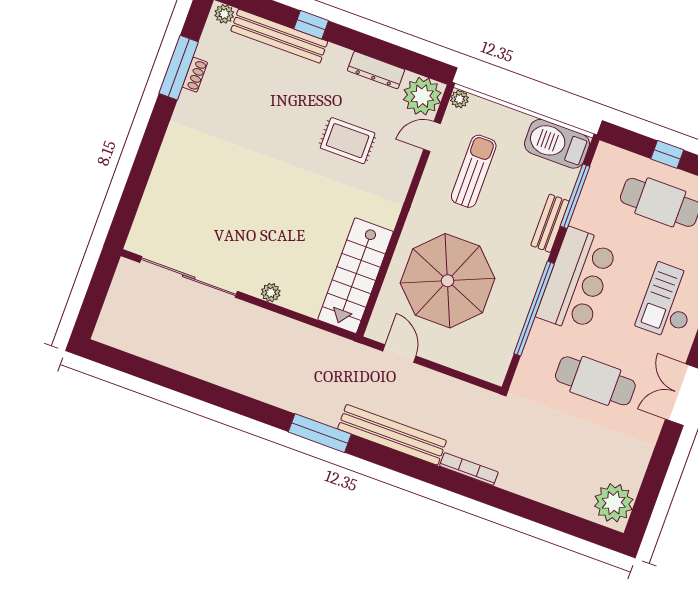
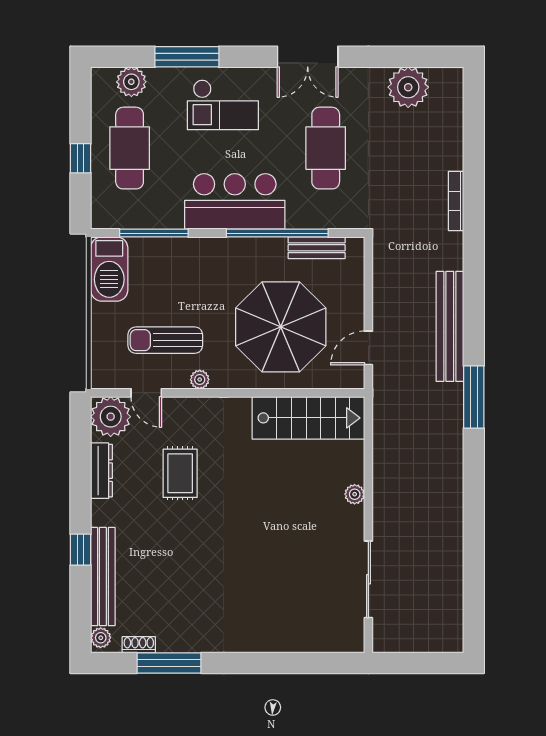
shoe rack: (195, 75) -> (139, 645), moved
plant: (459, 99) -> (200, 380), moved
bench: (550, 223) -> (317, 248), moved
sliding door: (189, 277) -> (368, 579), width x0.73
bookcase: (469, 469) -> (456, 201), moved
plant: (614, 503) -> (408, 87), moved

